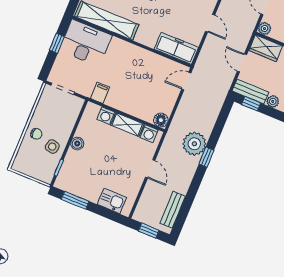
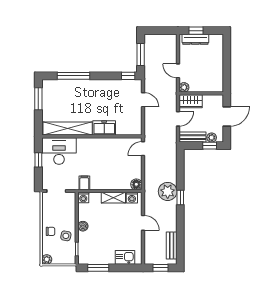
freezer: (176, 48) -> (104, 128), moved, width x0.71
door: (242, 63) -> (178, 119), swing flipped
window: (251, 104) -> (210, 146), moved
washing machine: (106, 116) -> (83, 198), moved
plant: (18, 165) -> (47, 259), added

